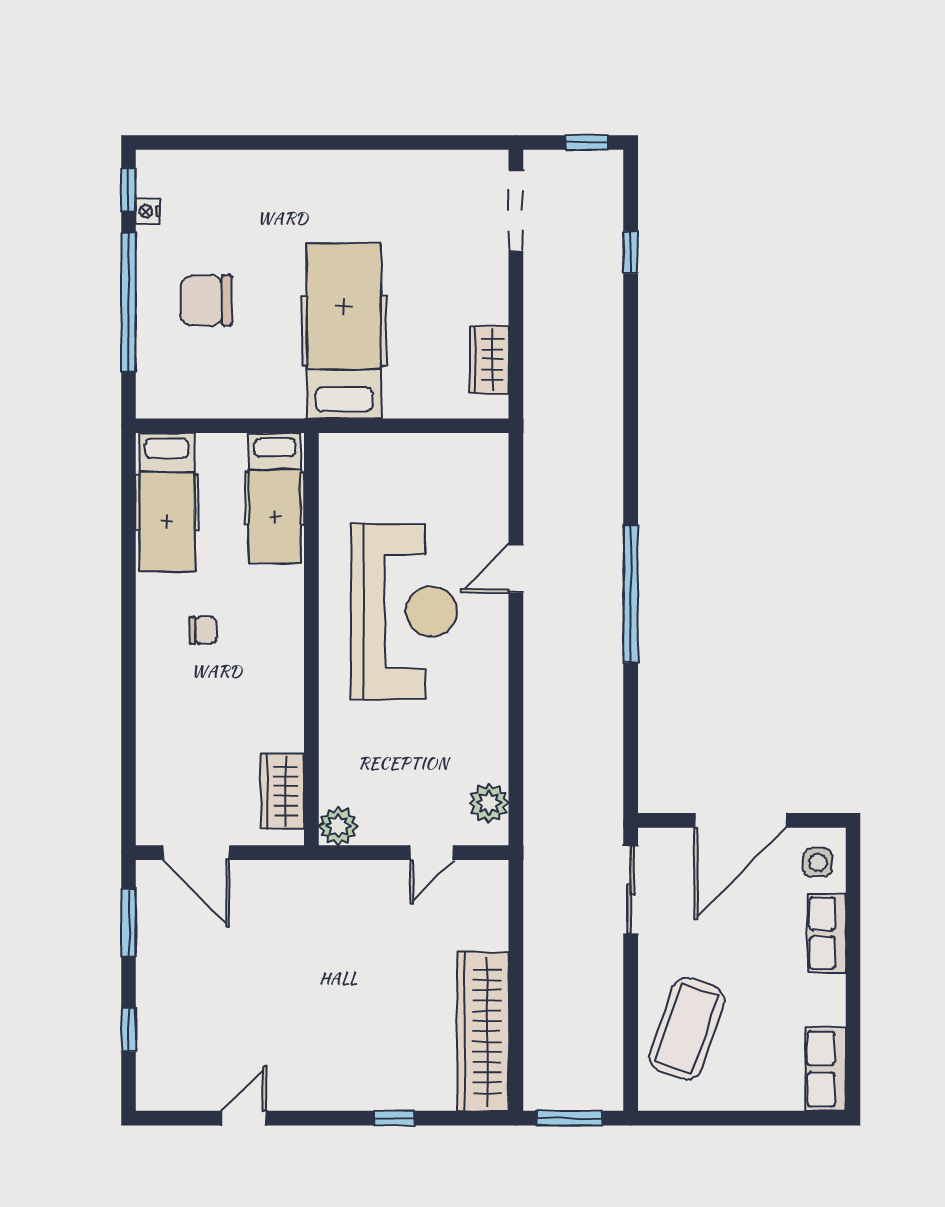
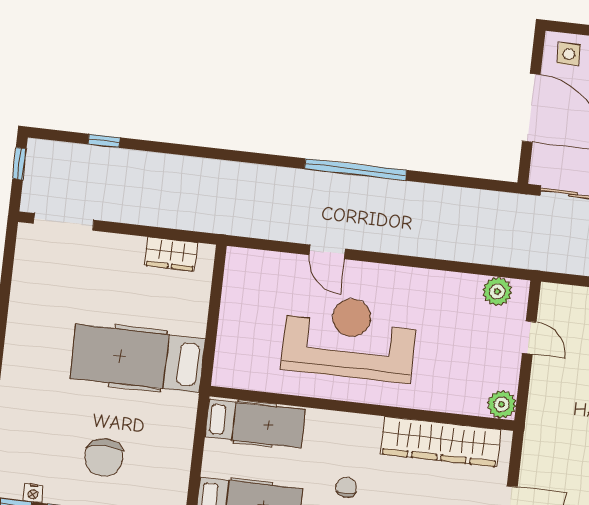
wardrobe: (282, 791) -> (441, 442), width x2.10, depth x1.17

